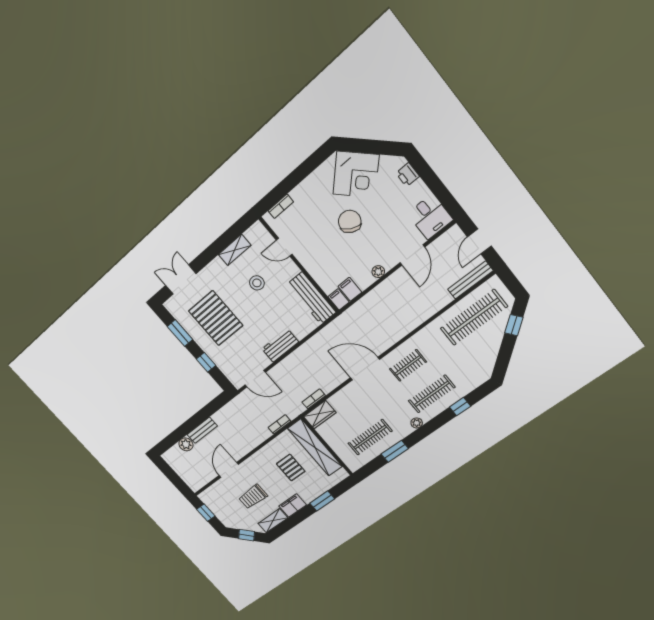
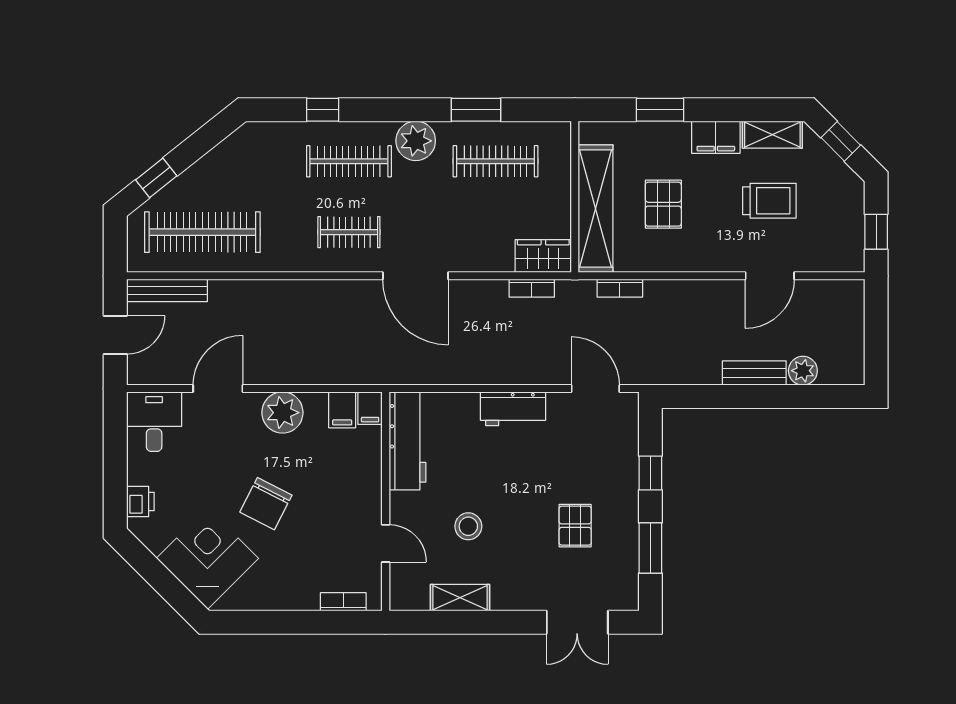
plant: (378, 272) -> (282, 413), width x1.87, depth x1.87
pallet: (216, 318) -> (575, 526), width x0.49, depth x0.50
plant: (417, 423) -> (416, 141), width x1.88, depth x1.88

